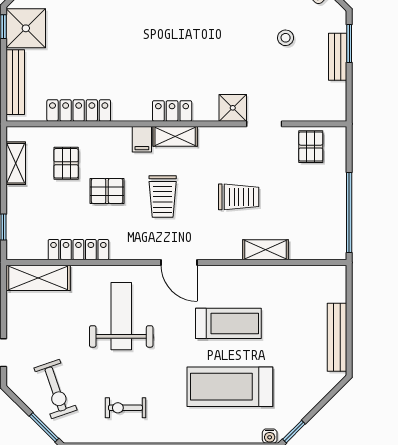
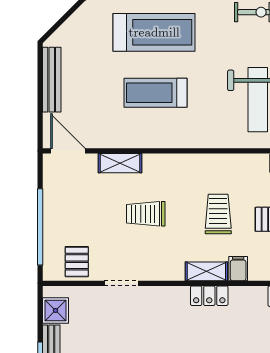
shower: (233, 108) -> (56, 310), moved
window: (349, 212) -> (40, 227), moved
door: (179, 263) -> (68, 151), moved

